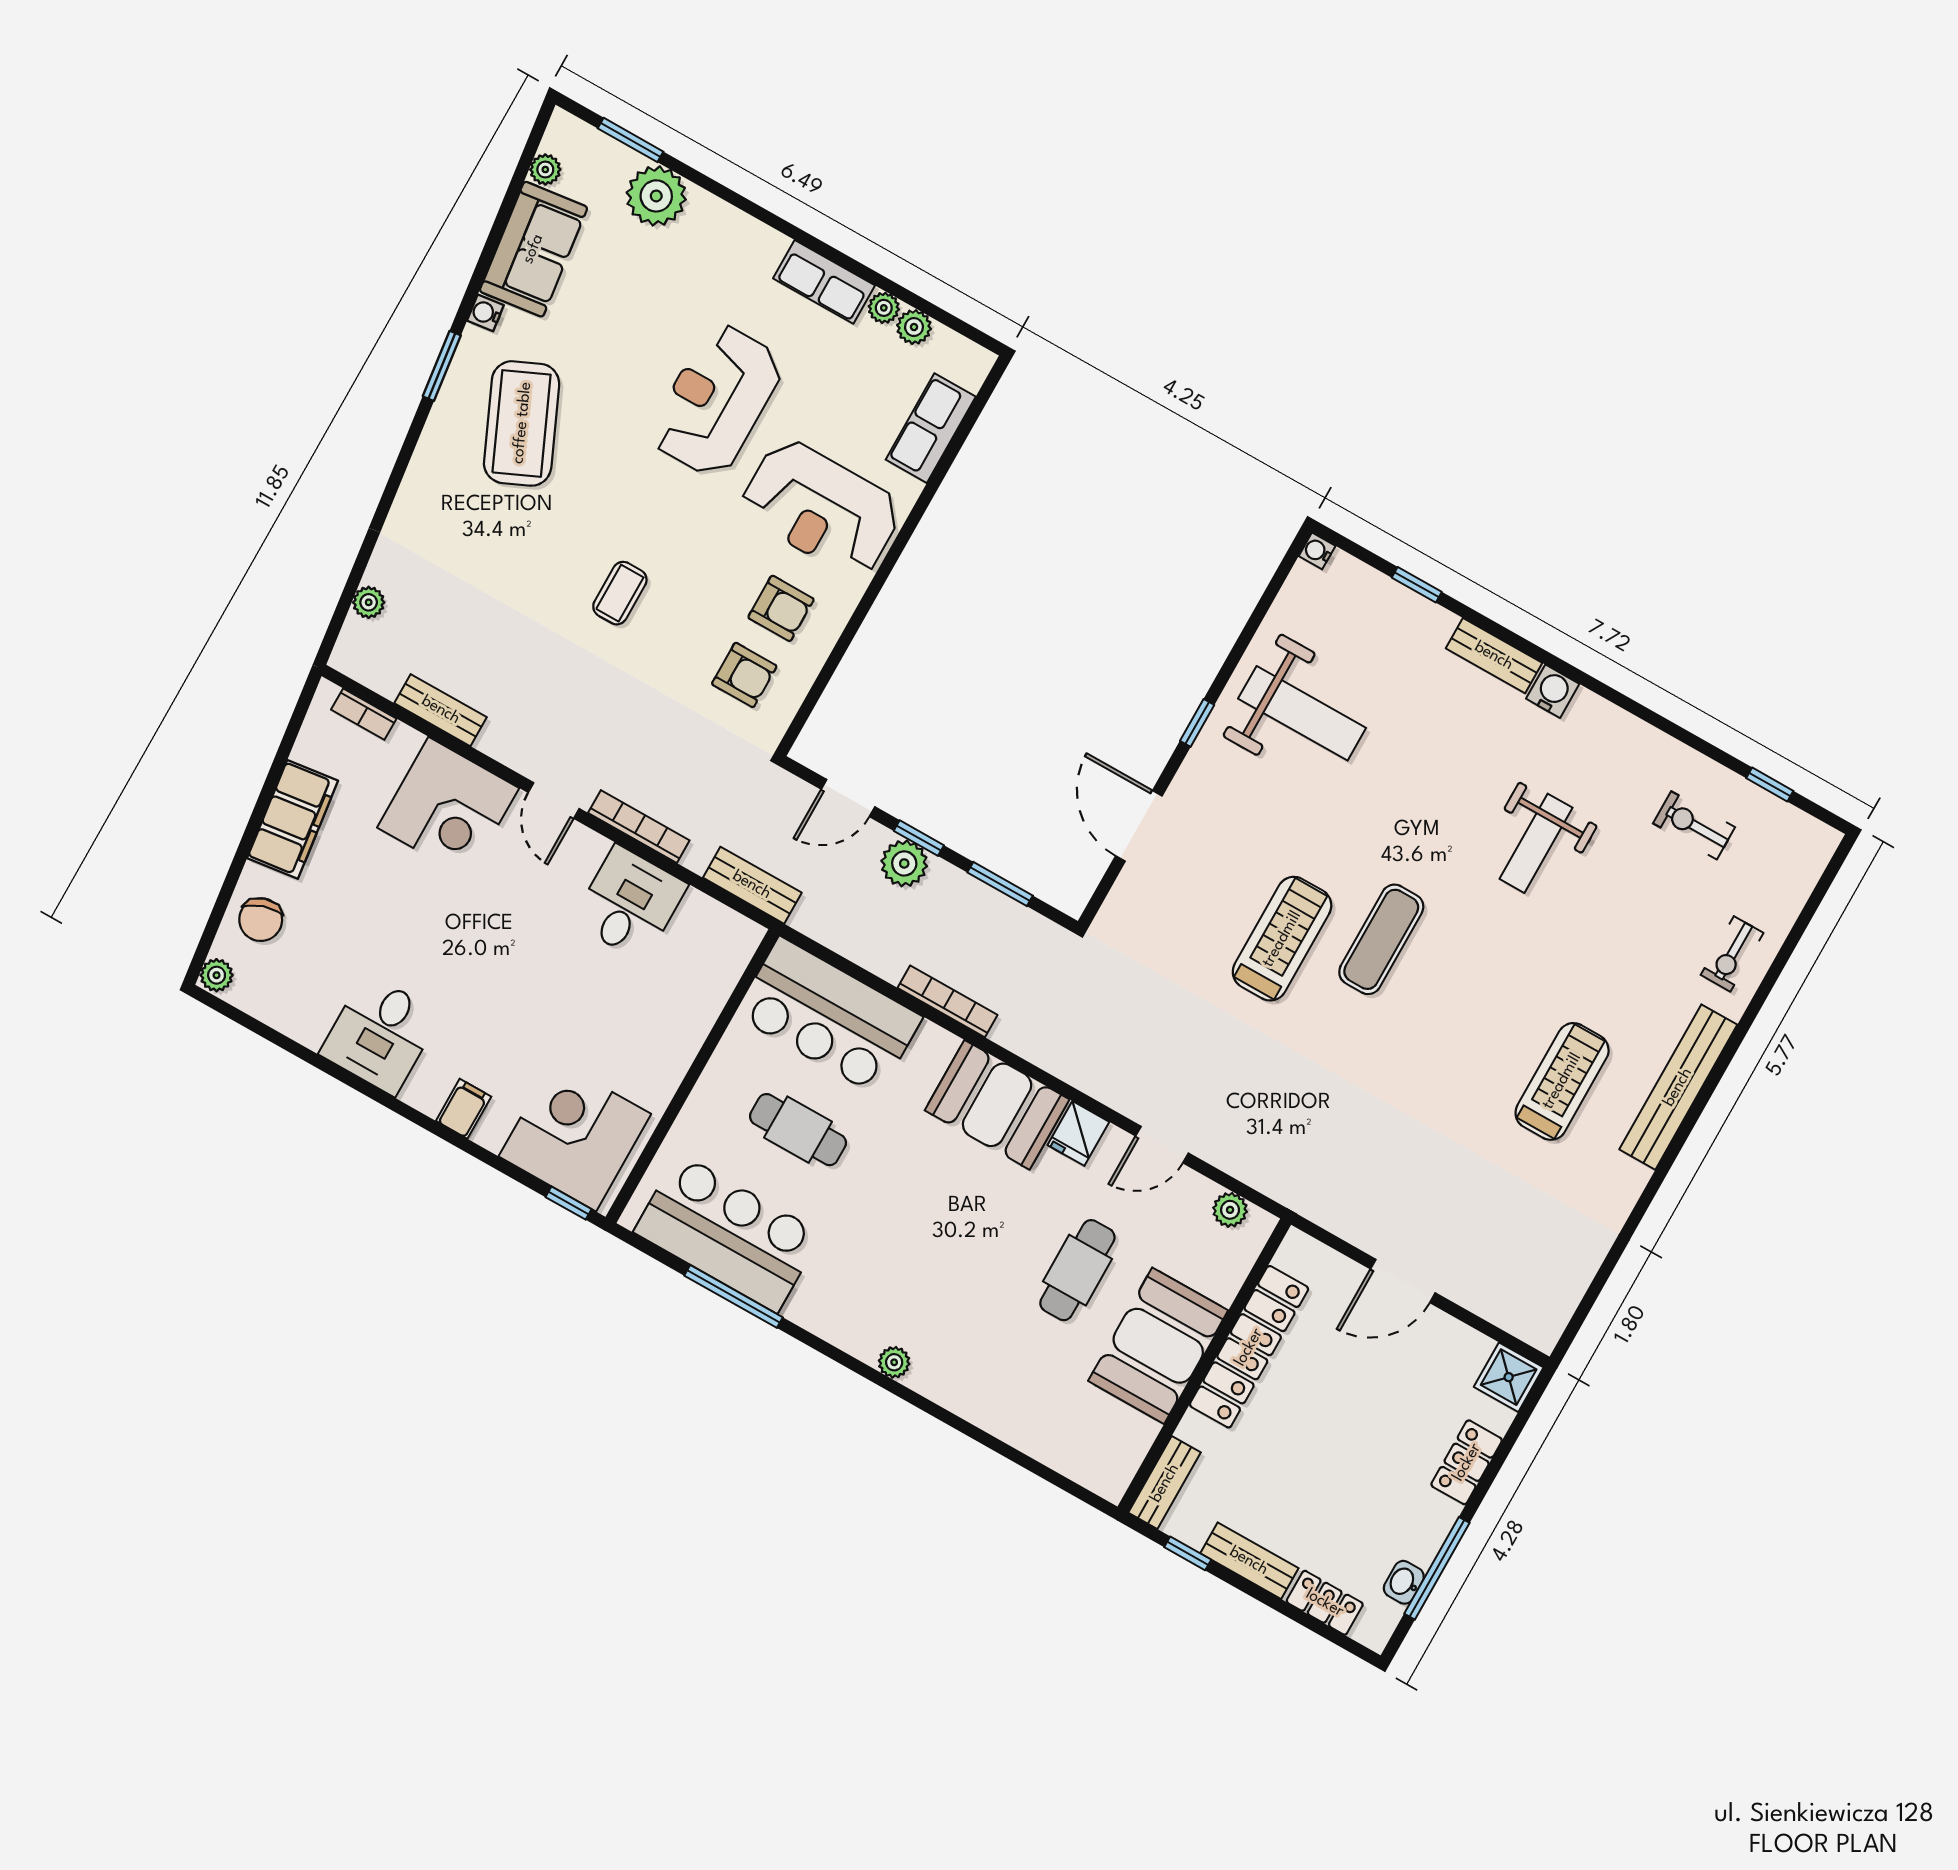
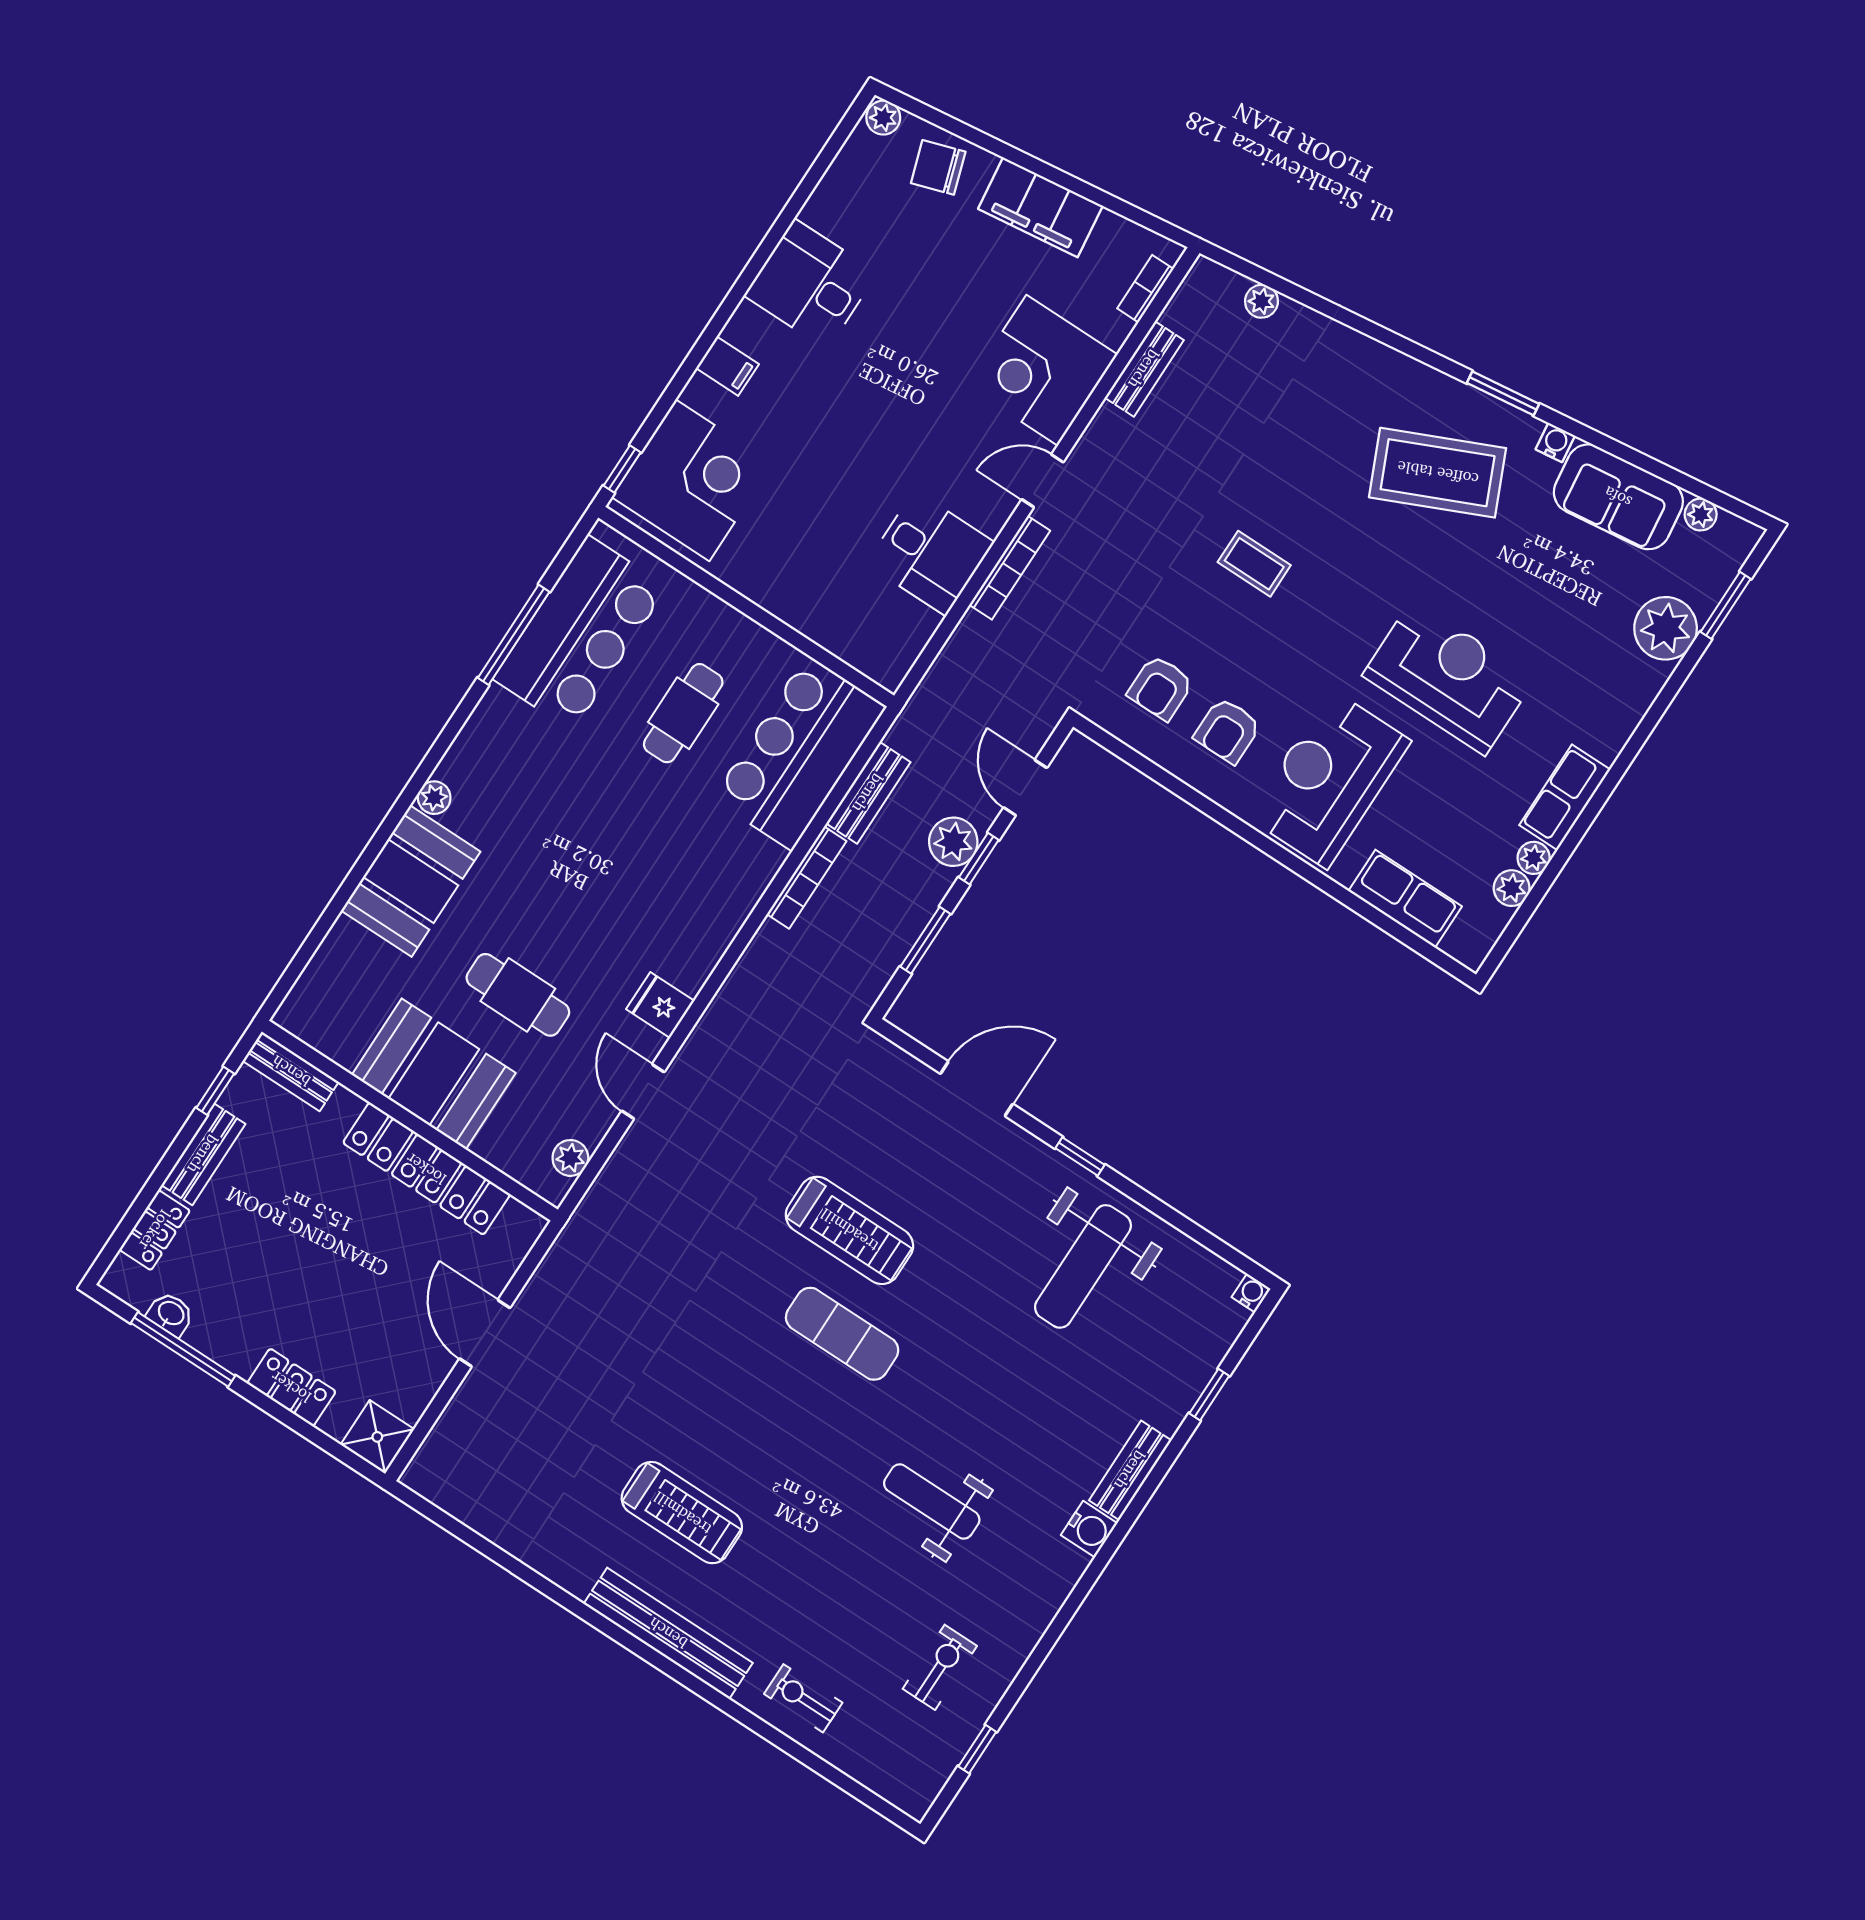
bench: (752, 885) -> (868, 793), moved
booth: (997, 1105) -> (411, 881), moved

